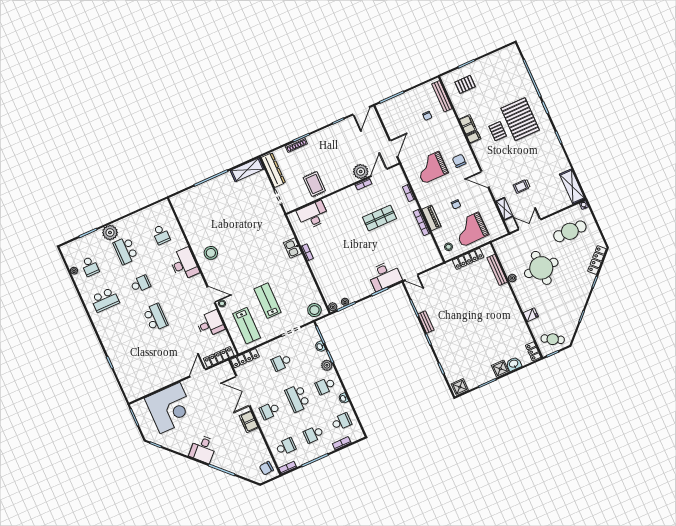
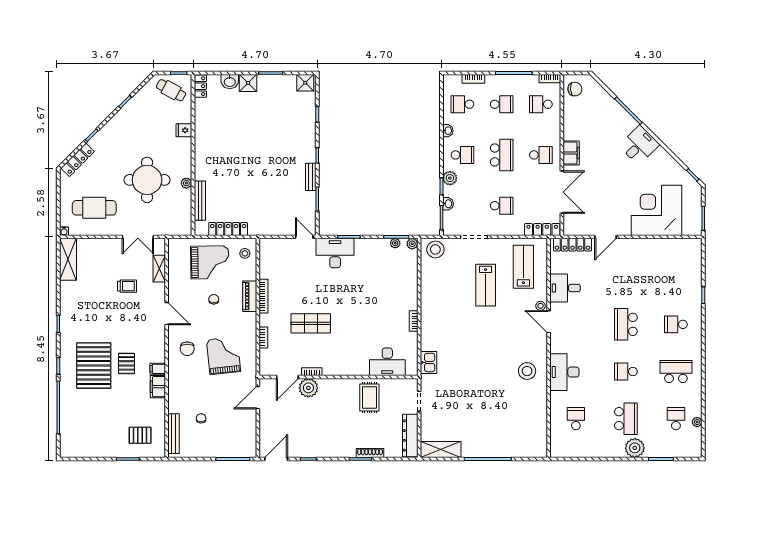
grand piano: (431, 167) -> (223, 356), turned -96
kitchen sink: (293, 248) -> (428, 362), moved
school desk: (120, 333) -> (676, 324), added

